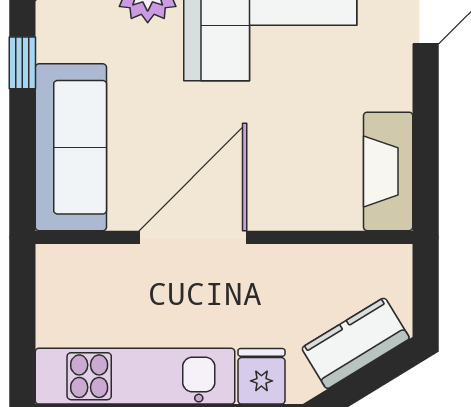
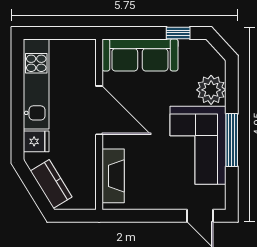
fireplace: (388, 171) -> (113, 176), moved, turned 90

